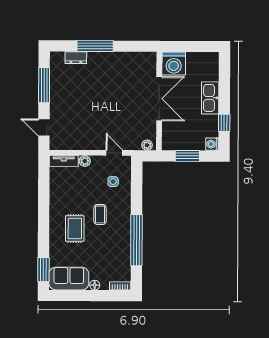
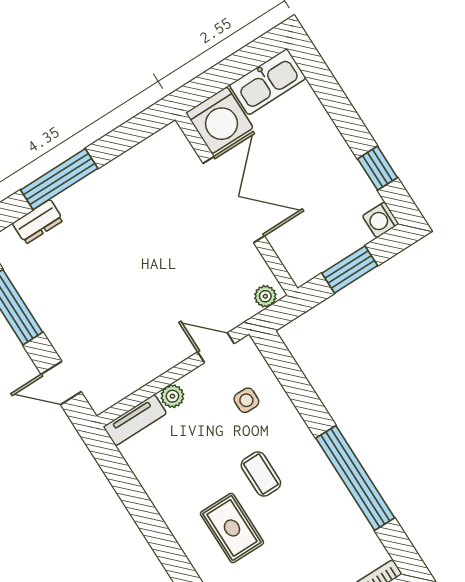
kitchen sink: (210, 98) -> (268, 82), moved, turned -90

